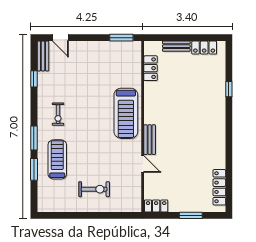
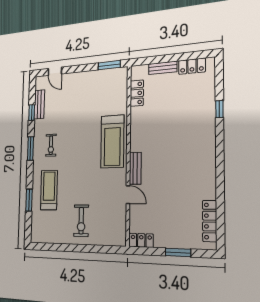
bench: (43, 56) -> (39, 104), moved
window: (34, 138) -> (31, 149), moved
exercise bike: (94, 189) -> (81, 221), turned 90

